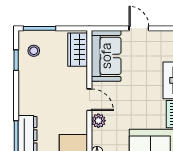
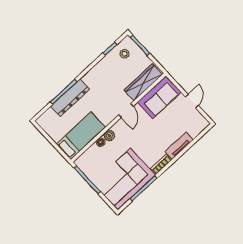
wardrobe: (78, 50) -> (143, 82), width x1.50
plant: (98, 121) -> (109, 136), moved

